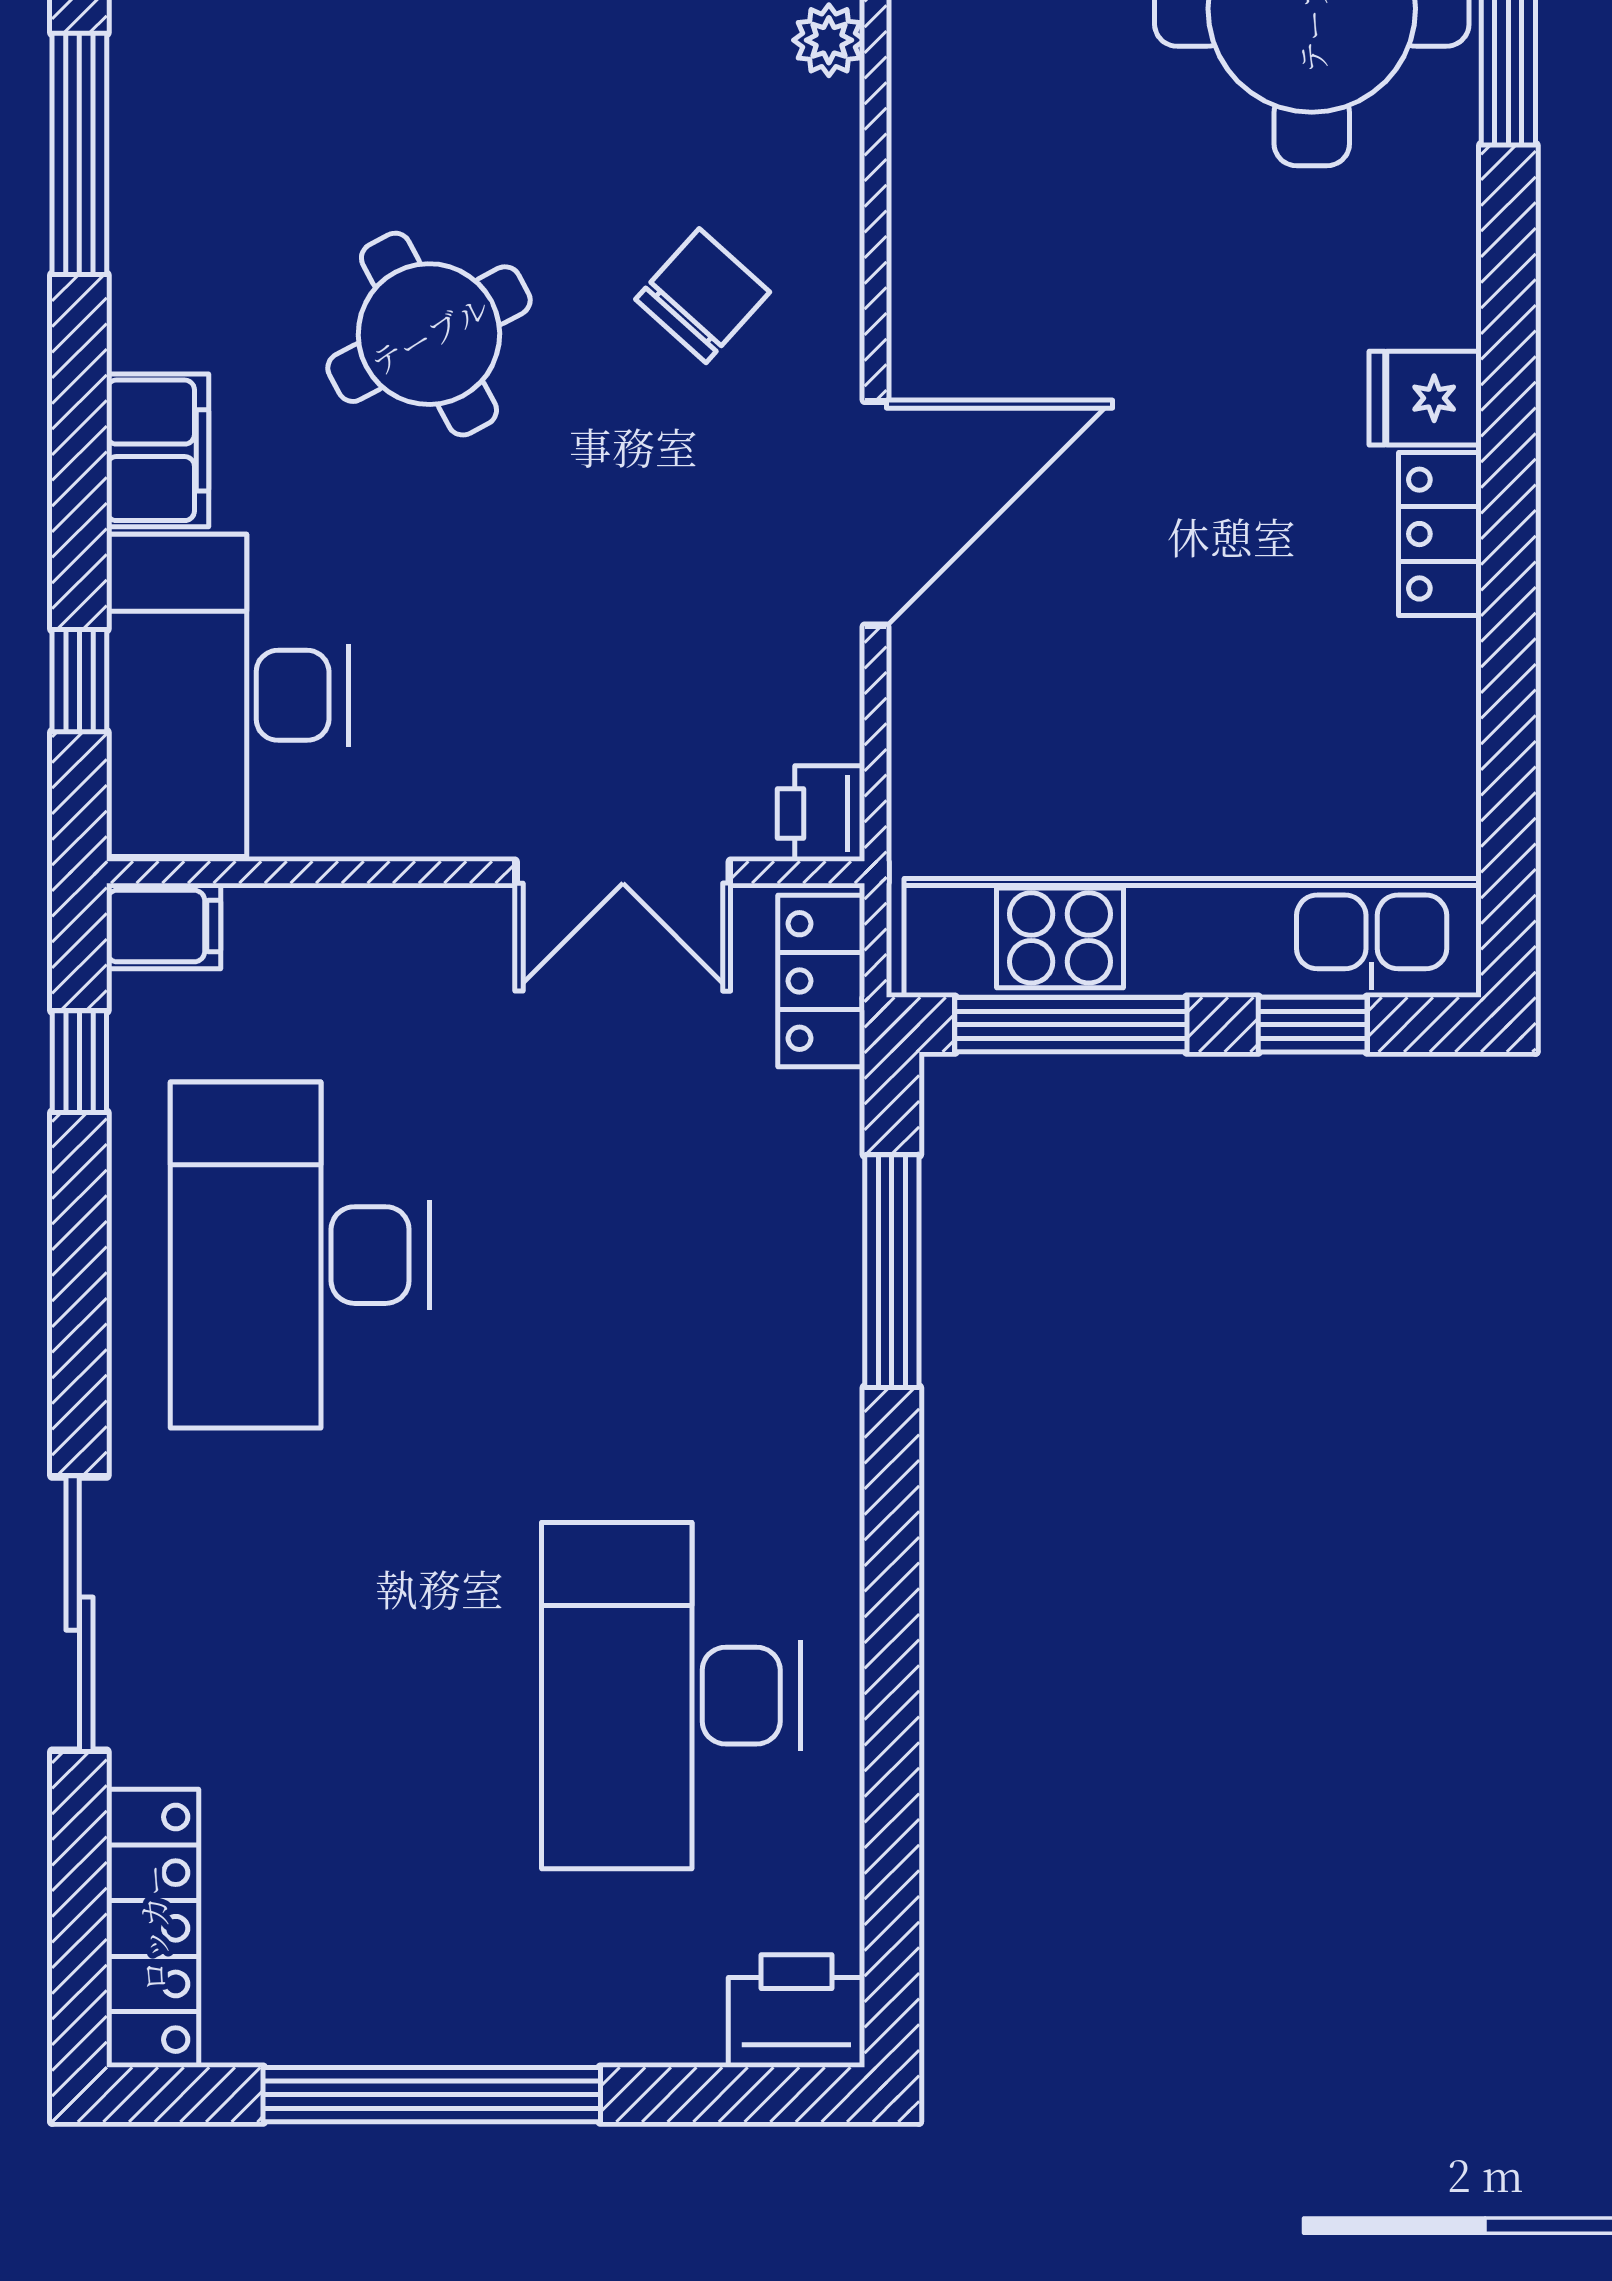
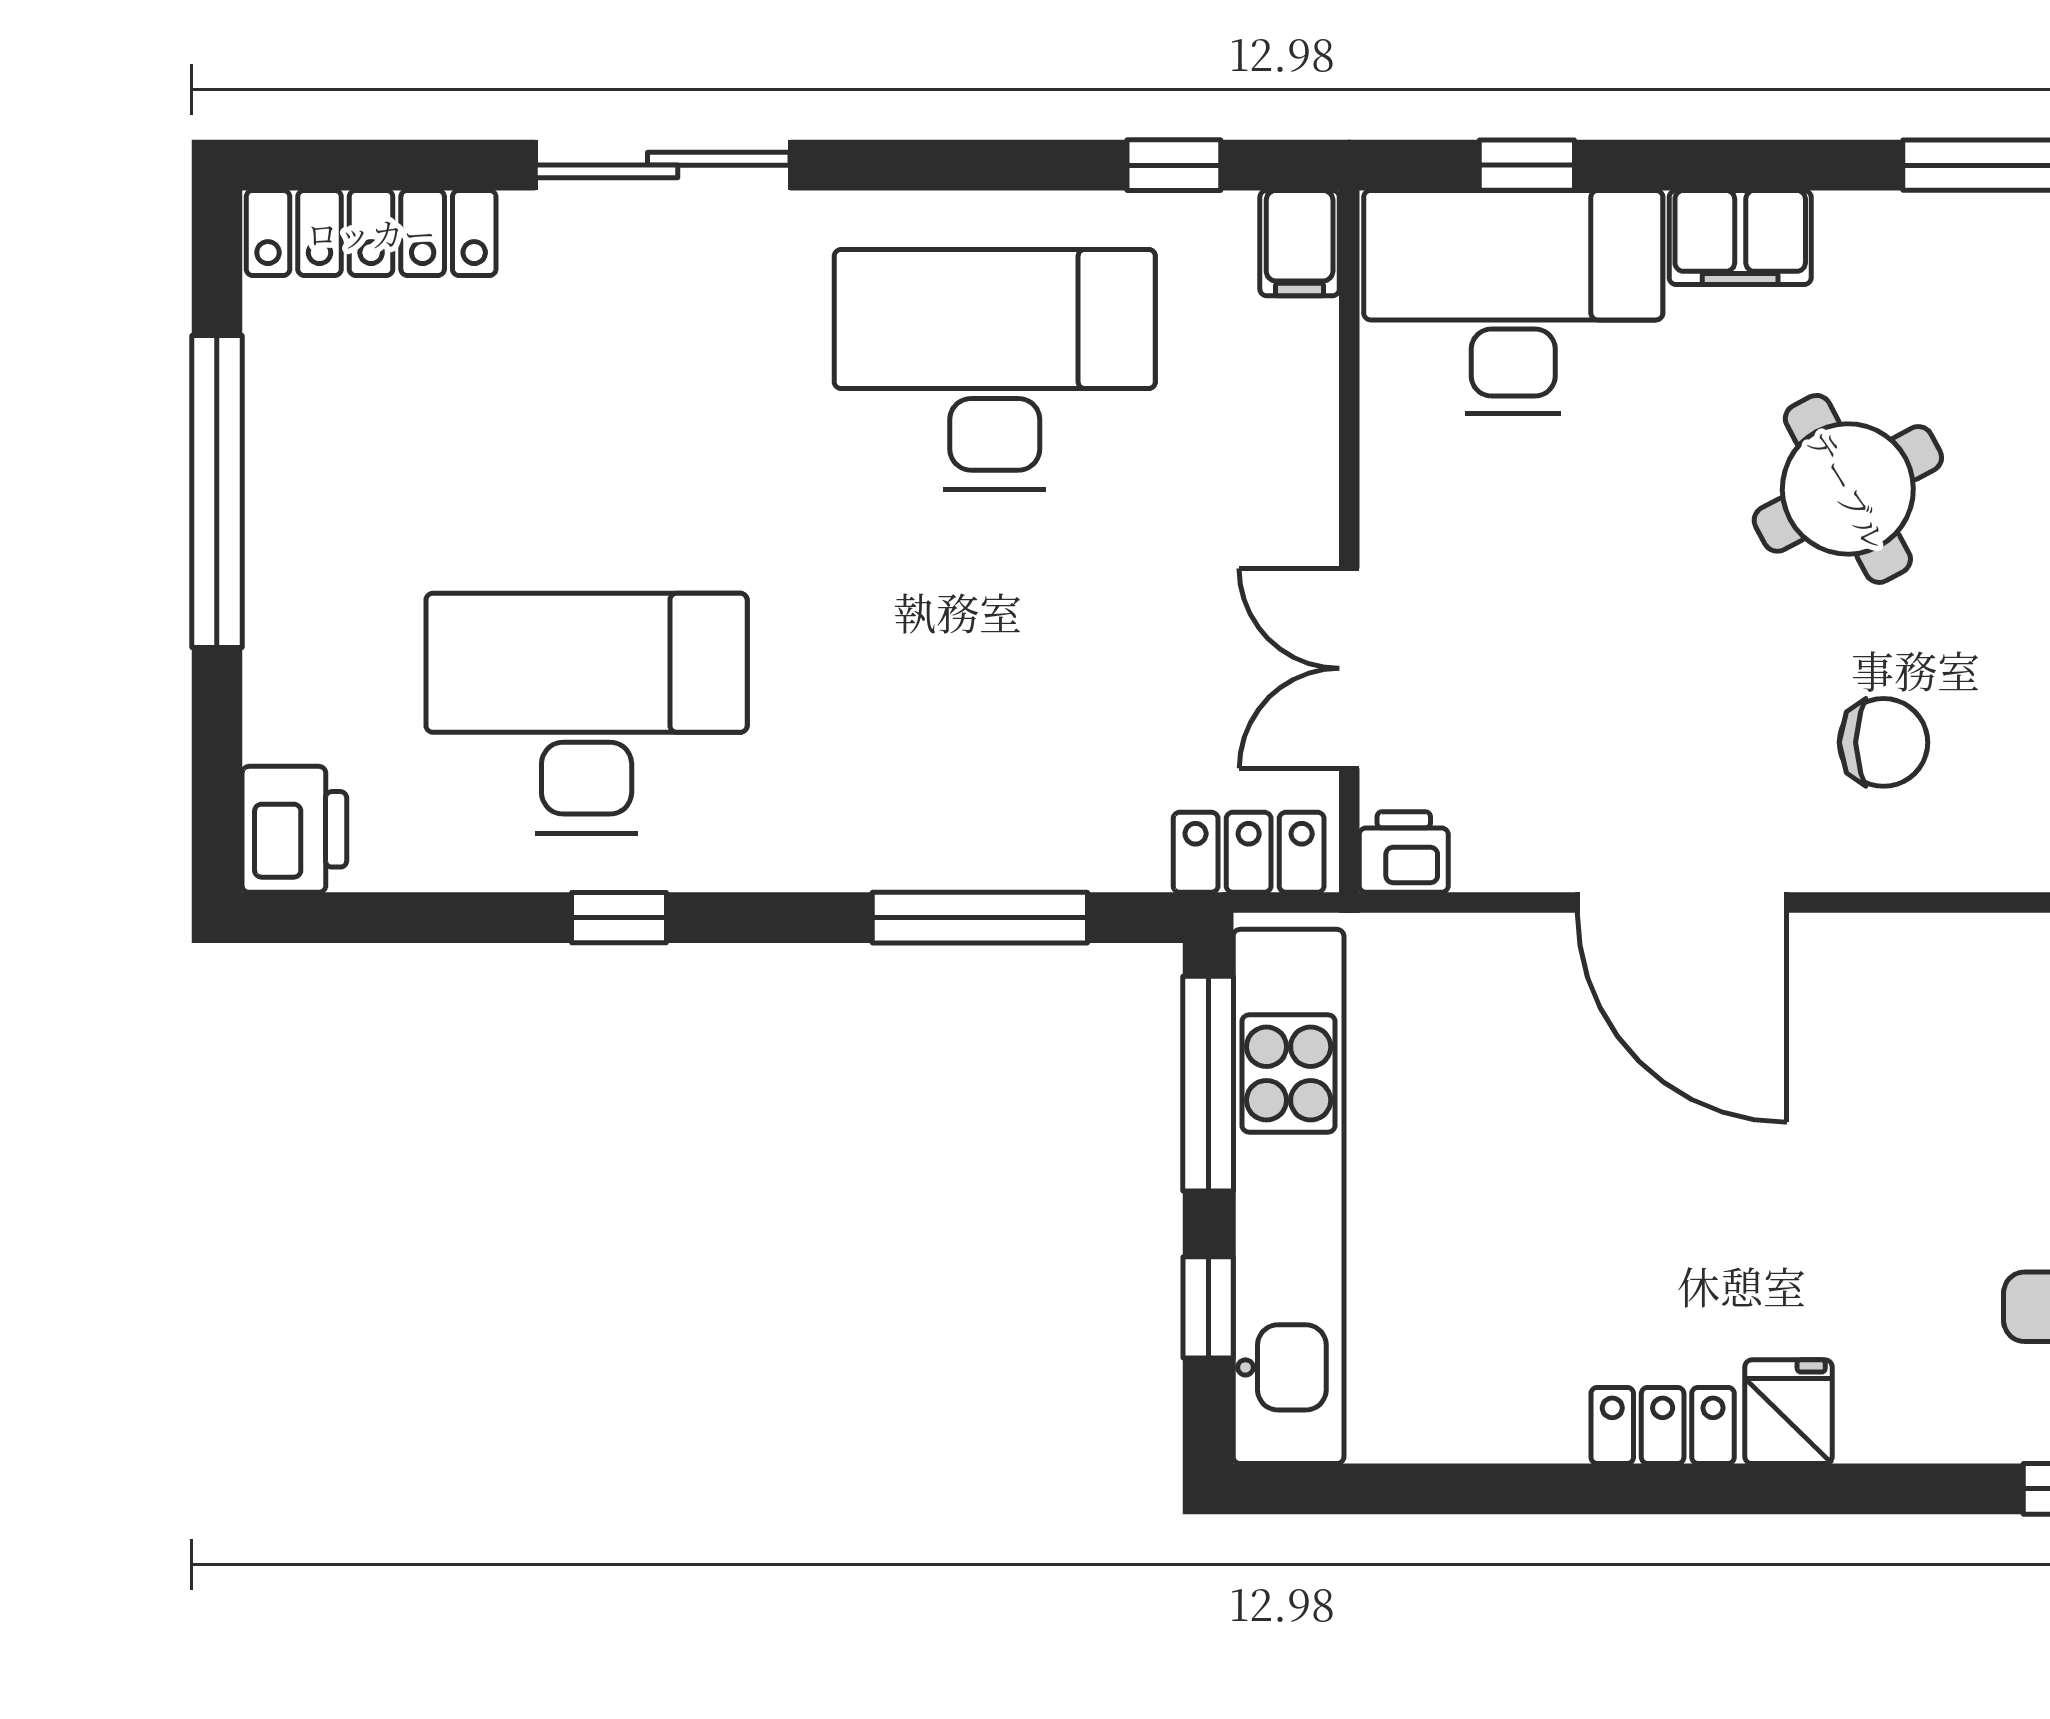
chair: (703, 296) -> (1884, 742), turned -42
window: (892, 1661) -> (619, 918), added

